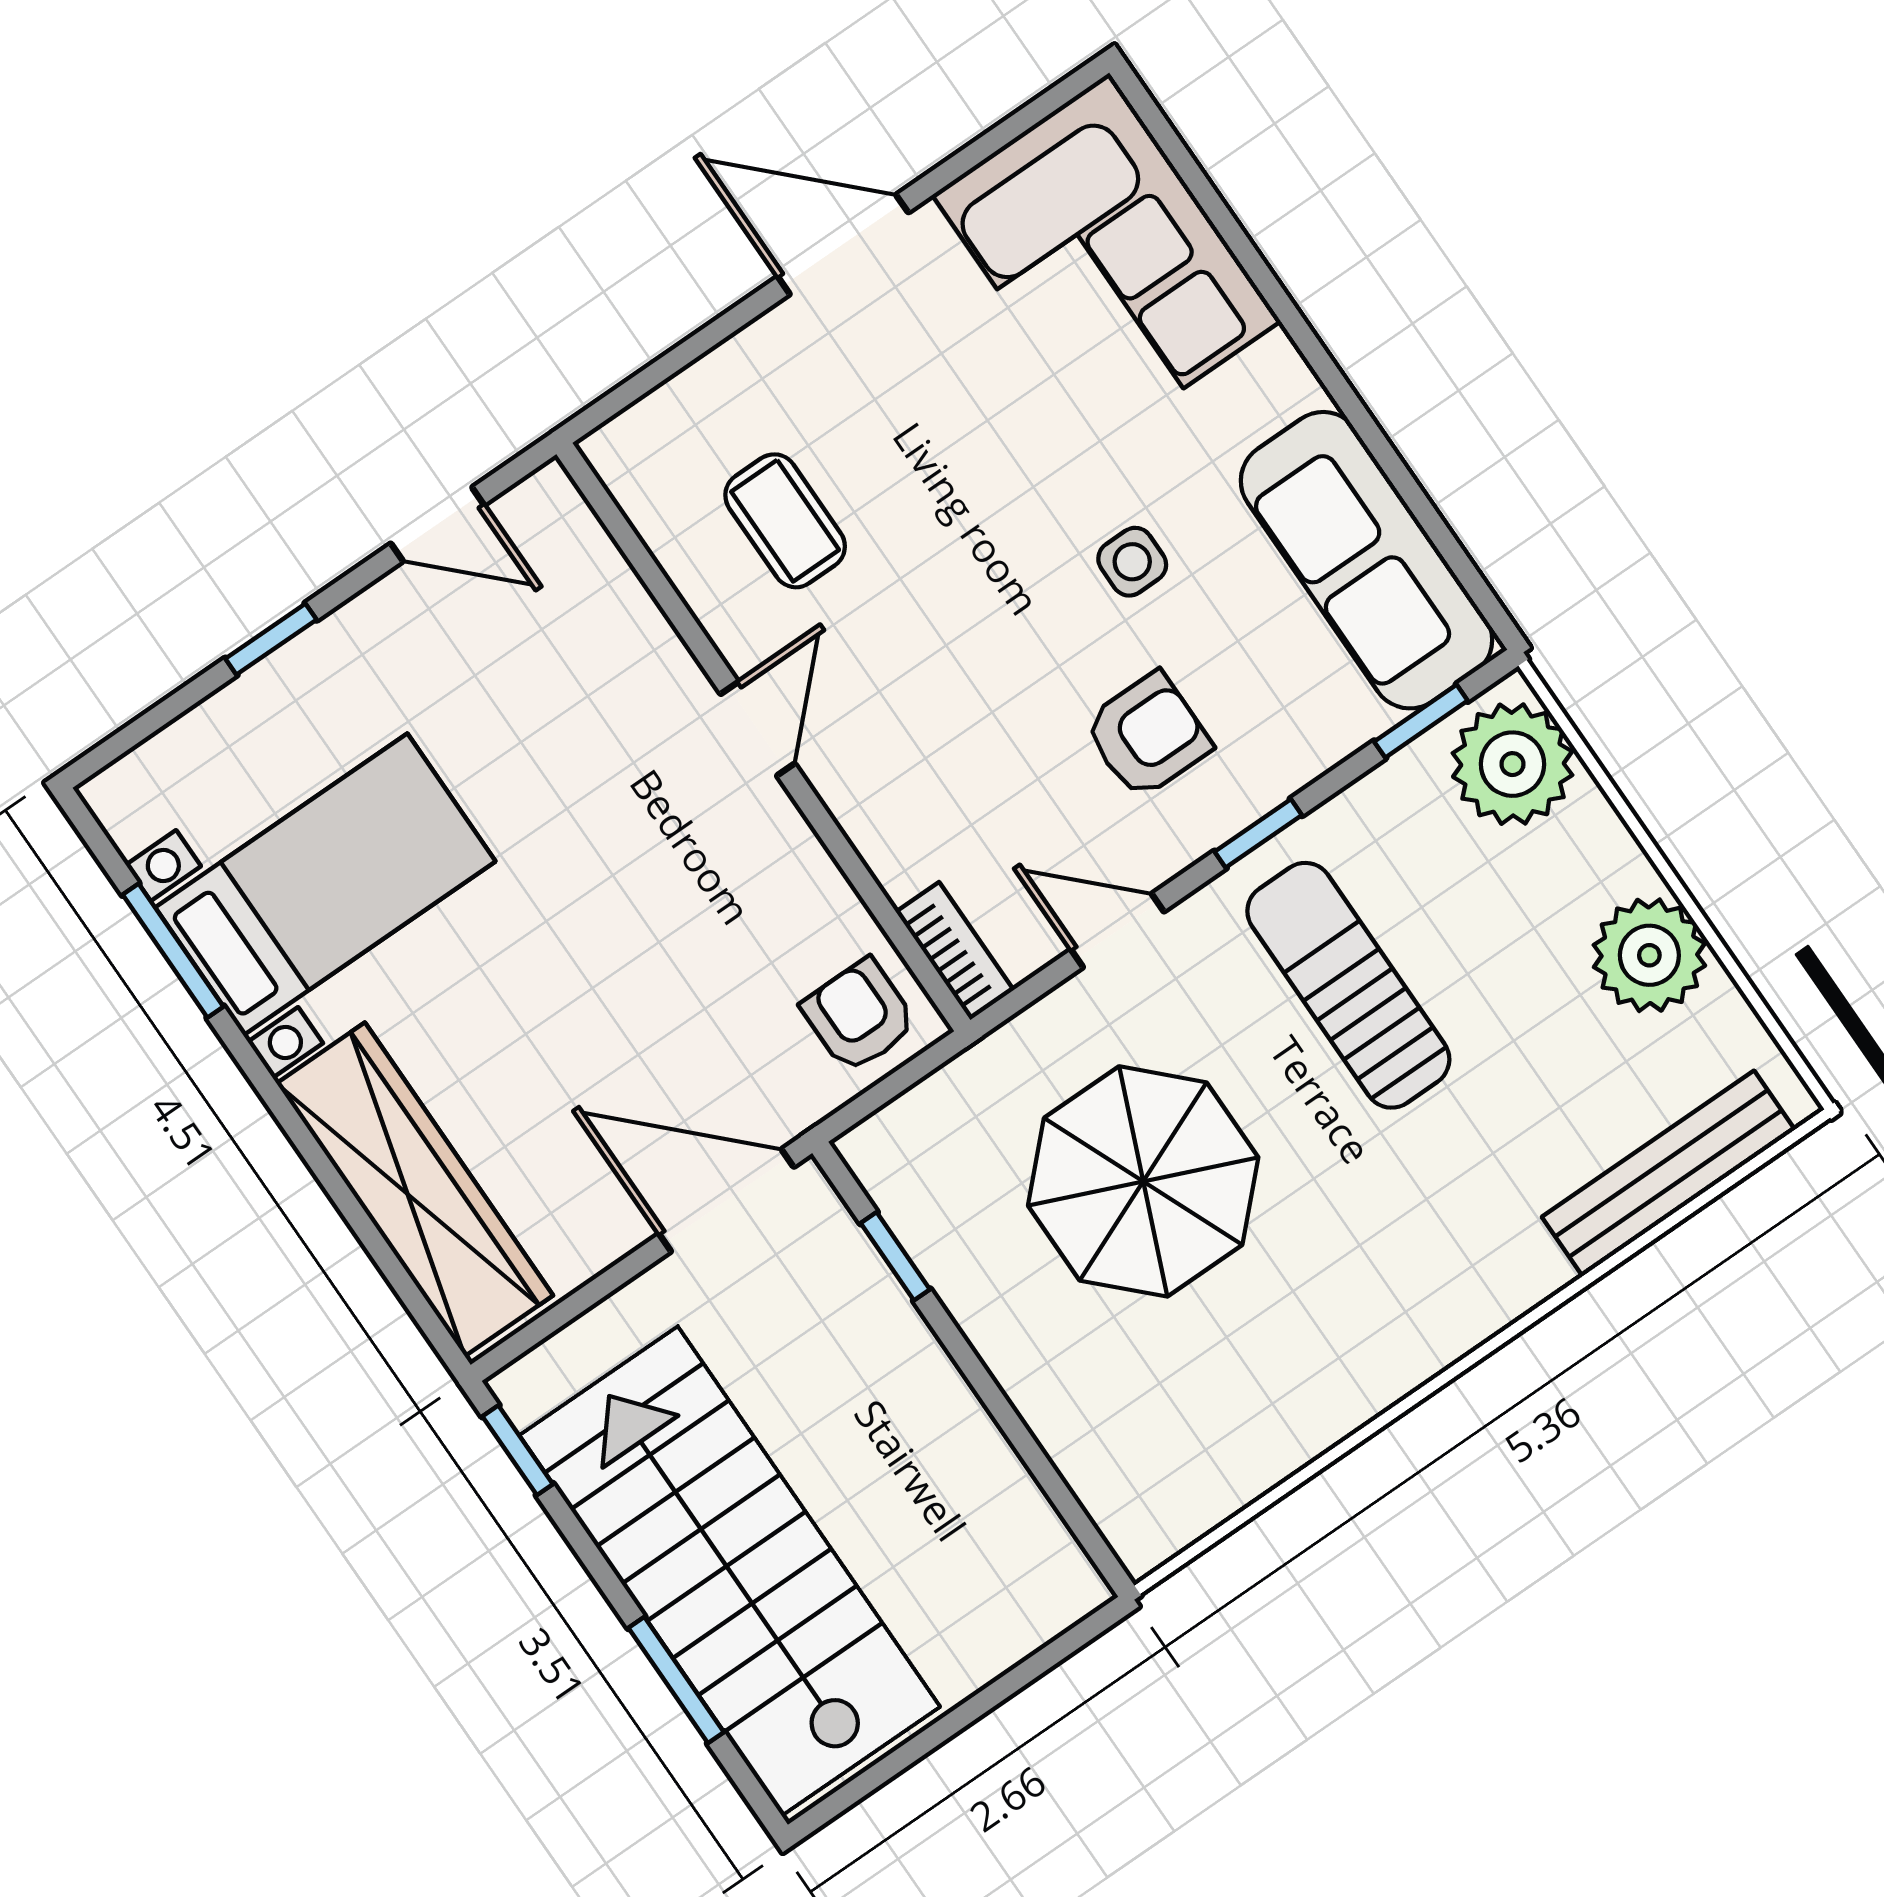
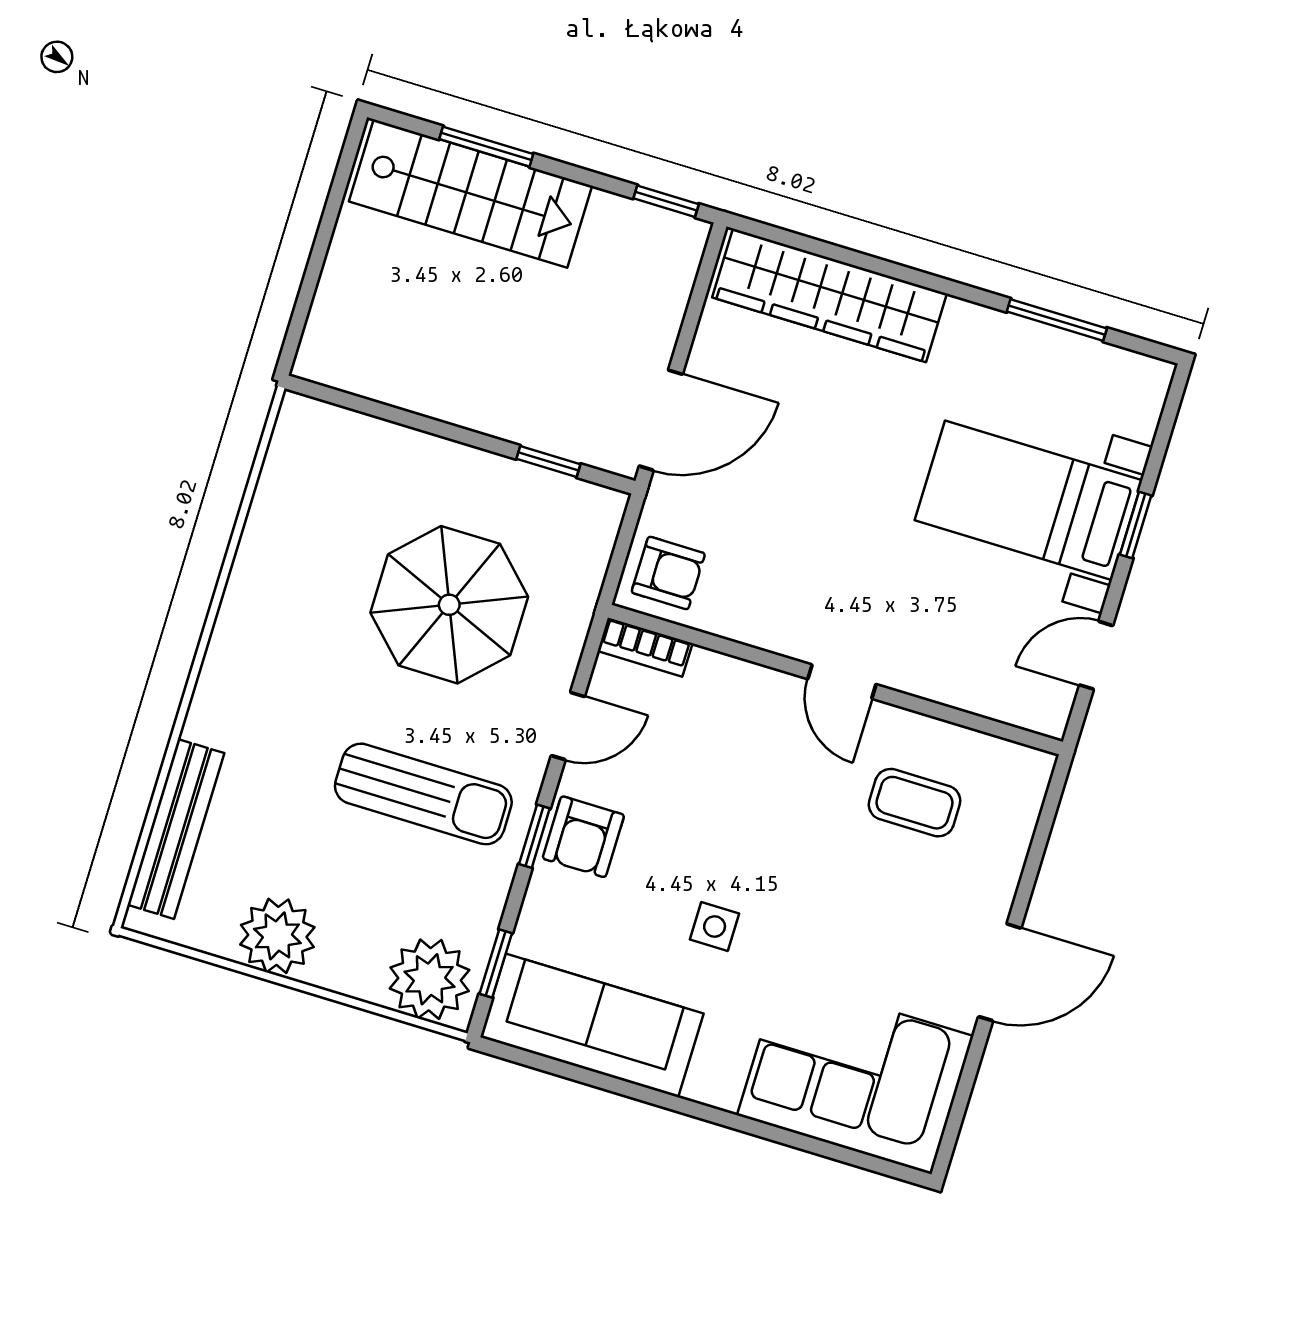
armchair: (1147, 735) -> (583, 837), moved
bed with nightstands: (325, 884) -> (1029, 500), moved, turned 90
stairs: (730, 1571) -> (470, 194), width x0.73, depth x0.66

